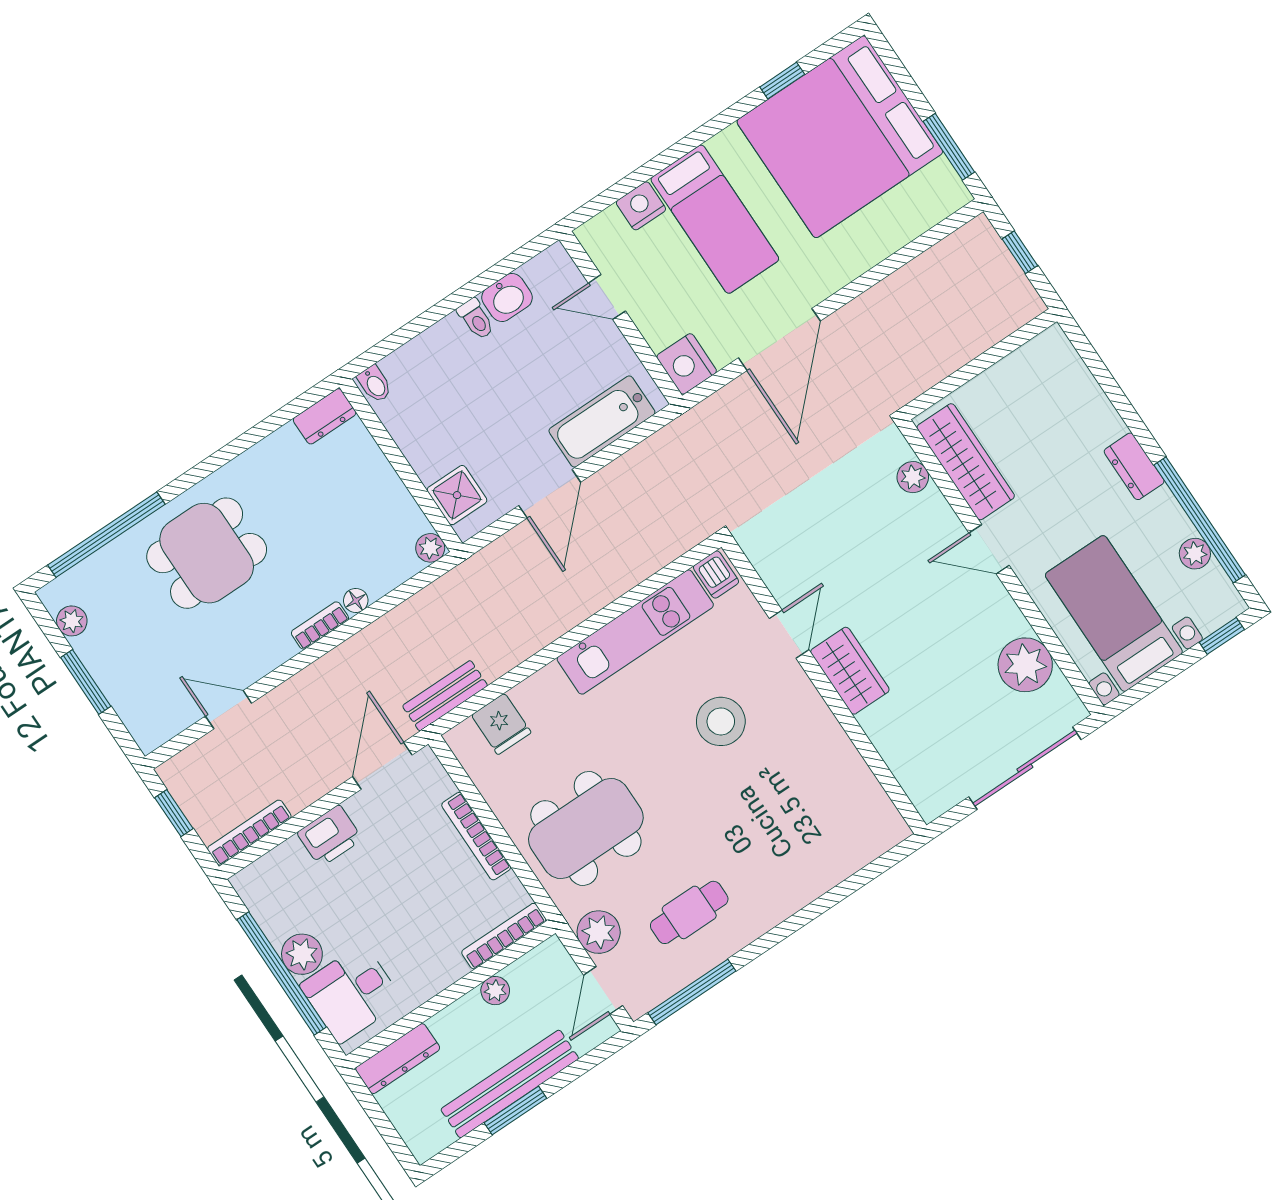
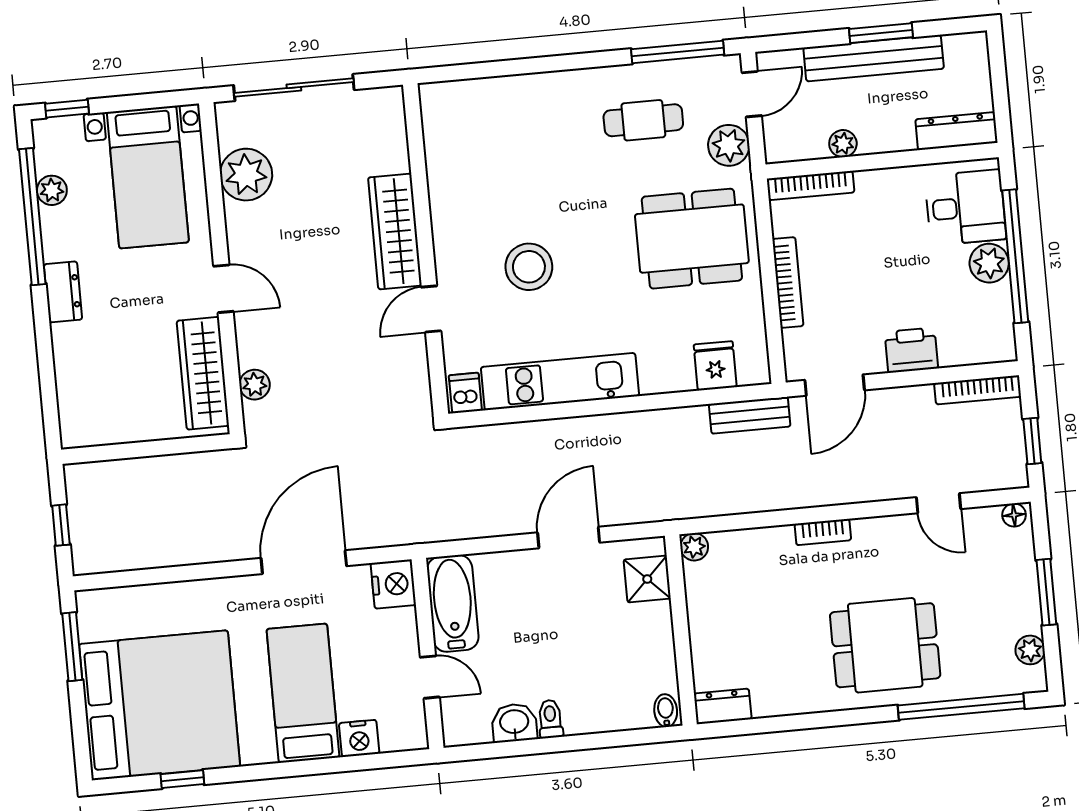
bathtub: (602, 422) -> (453, 603), moved, turned -90
floor lamp: (356, 601) -> (1014, 515), moved
wardrobe: (850, 671) -> (395, 231), width x1.50

